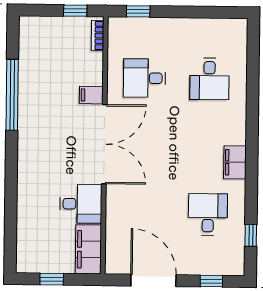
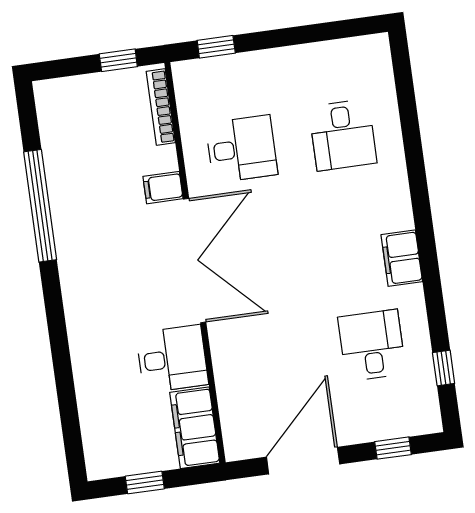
bookcase: (98, 36) -> (161, 107), width x1.56
desk: (145, 78) -> (242, 149), turned 180
door: (153, 280) -> (303, 461), hinge flipped

